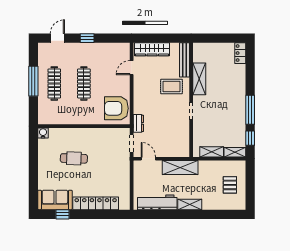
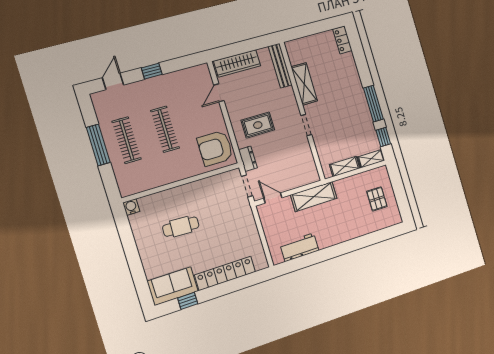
rug: (171, 87) -> (258, 125), moved
workbench: (157, 202) -> (299, 247), width x0.73
shelving: (190, 204) -> (338, 237), removed

